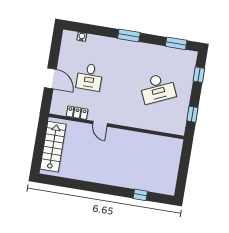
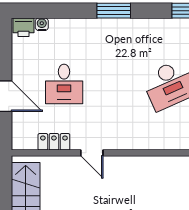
printer: (70, 37) -> (23, 27), added

